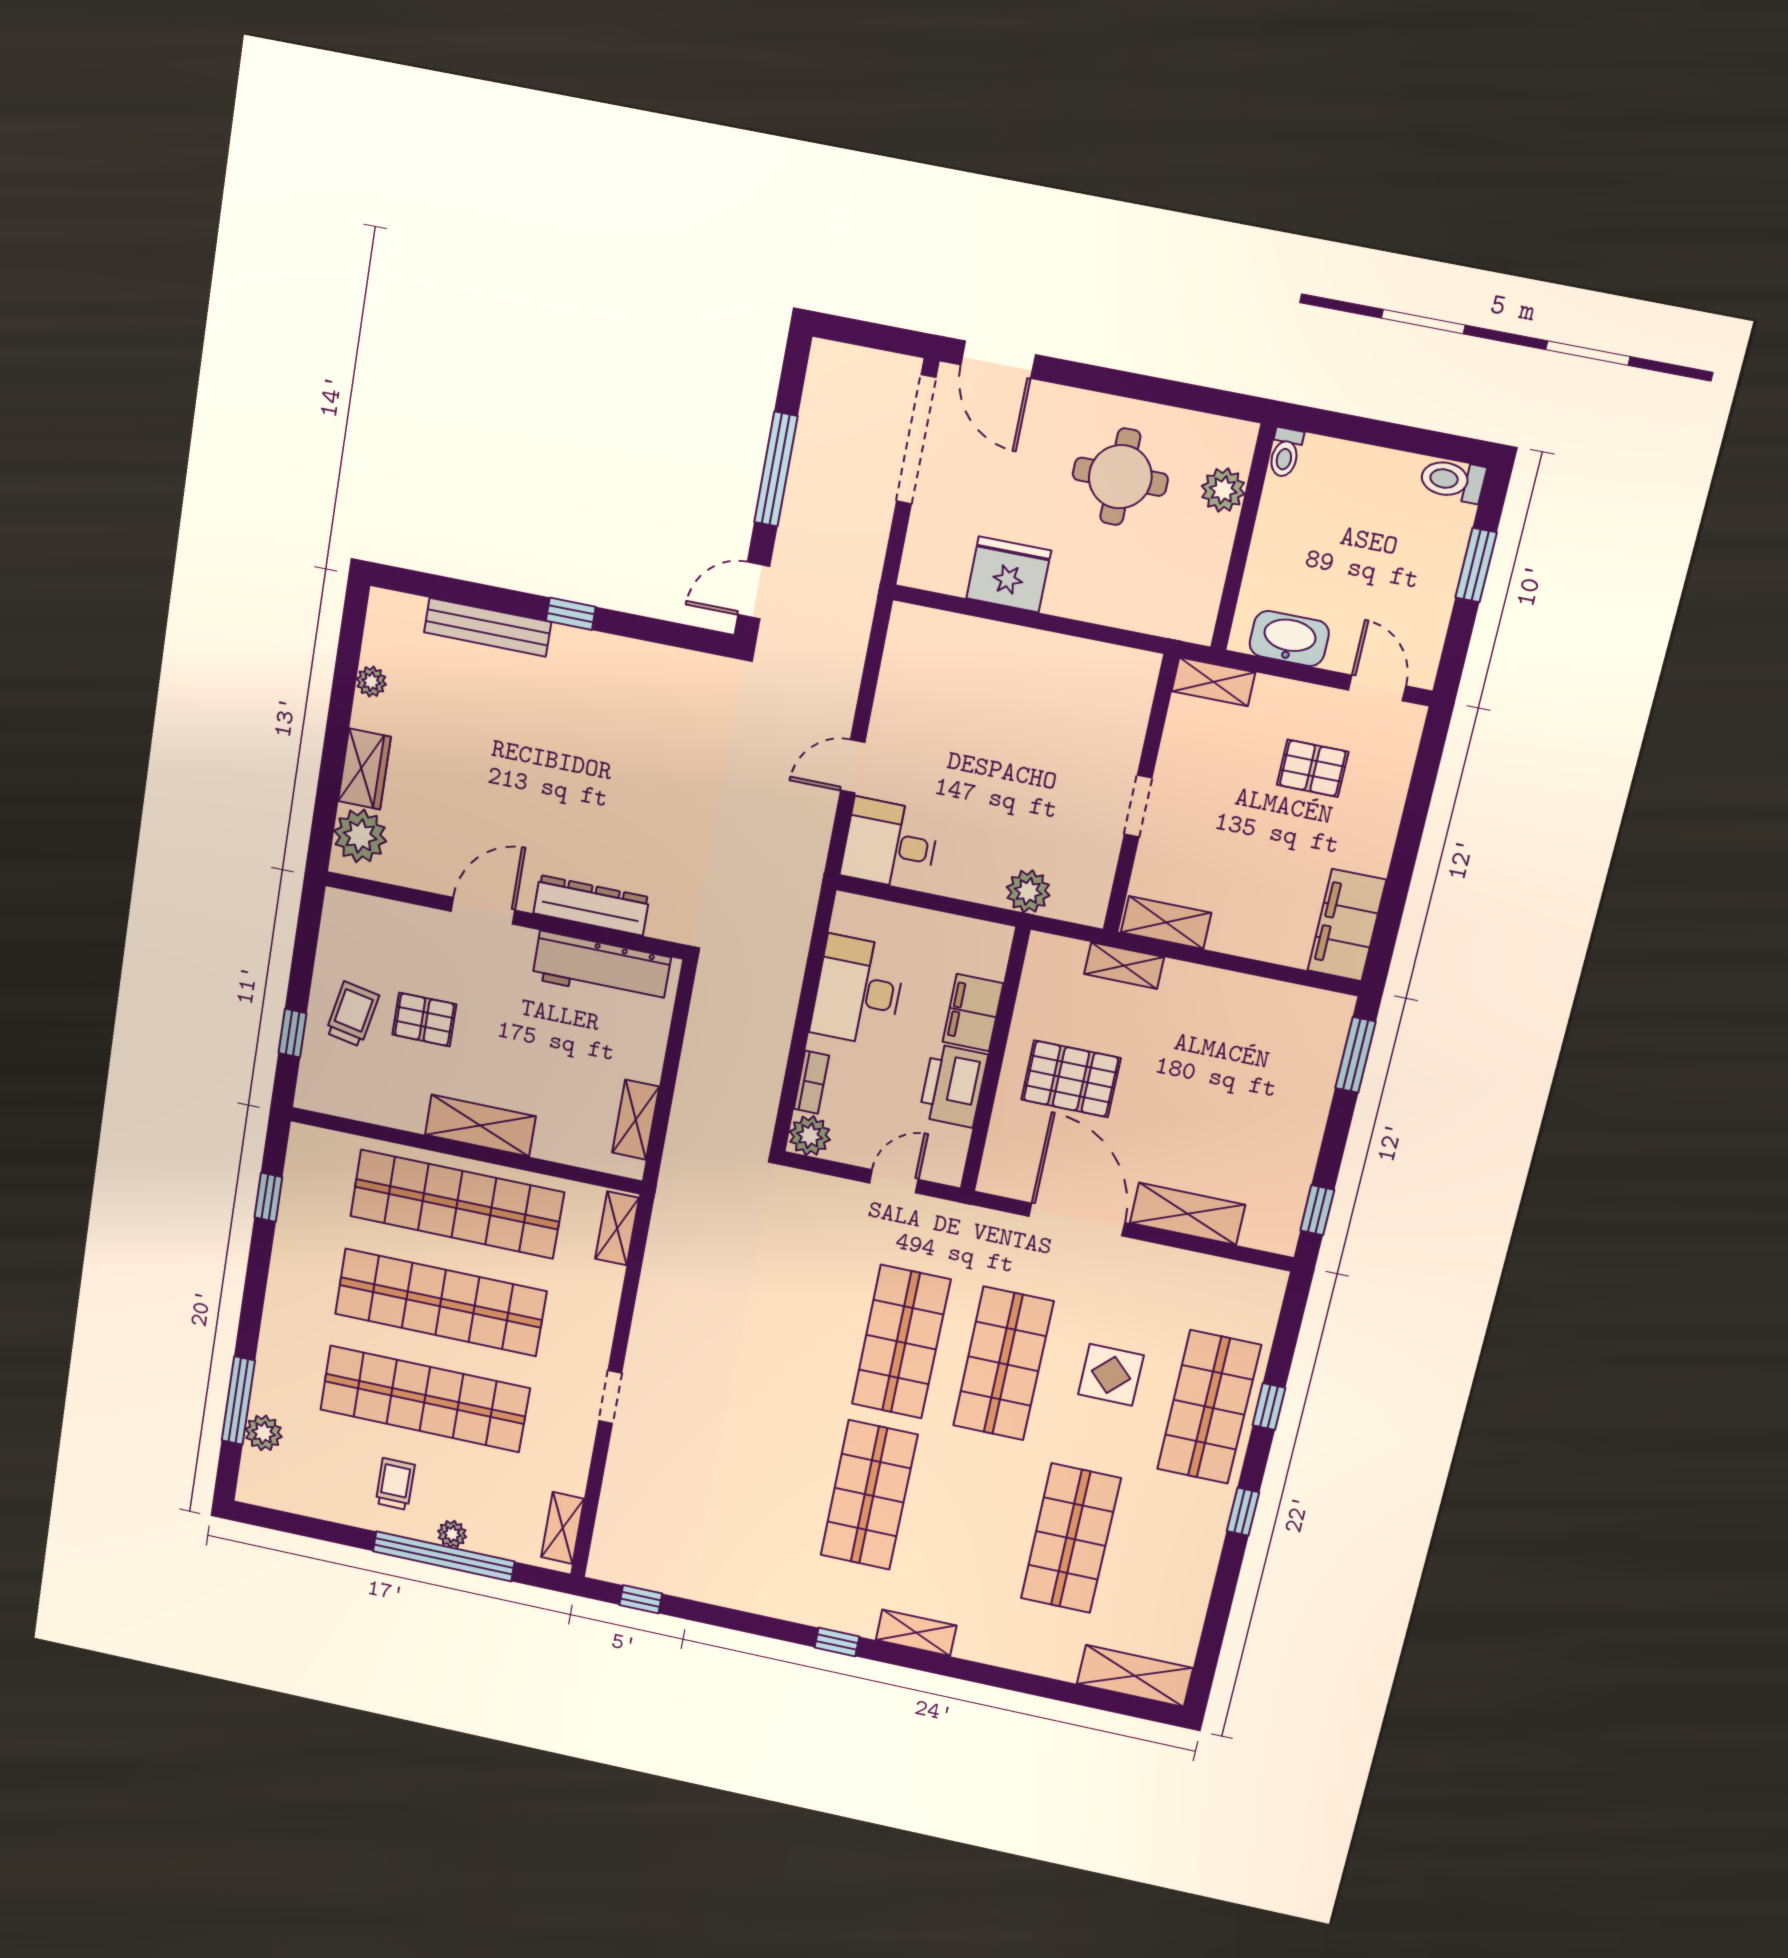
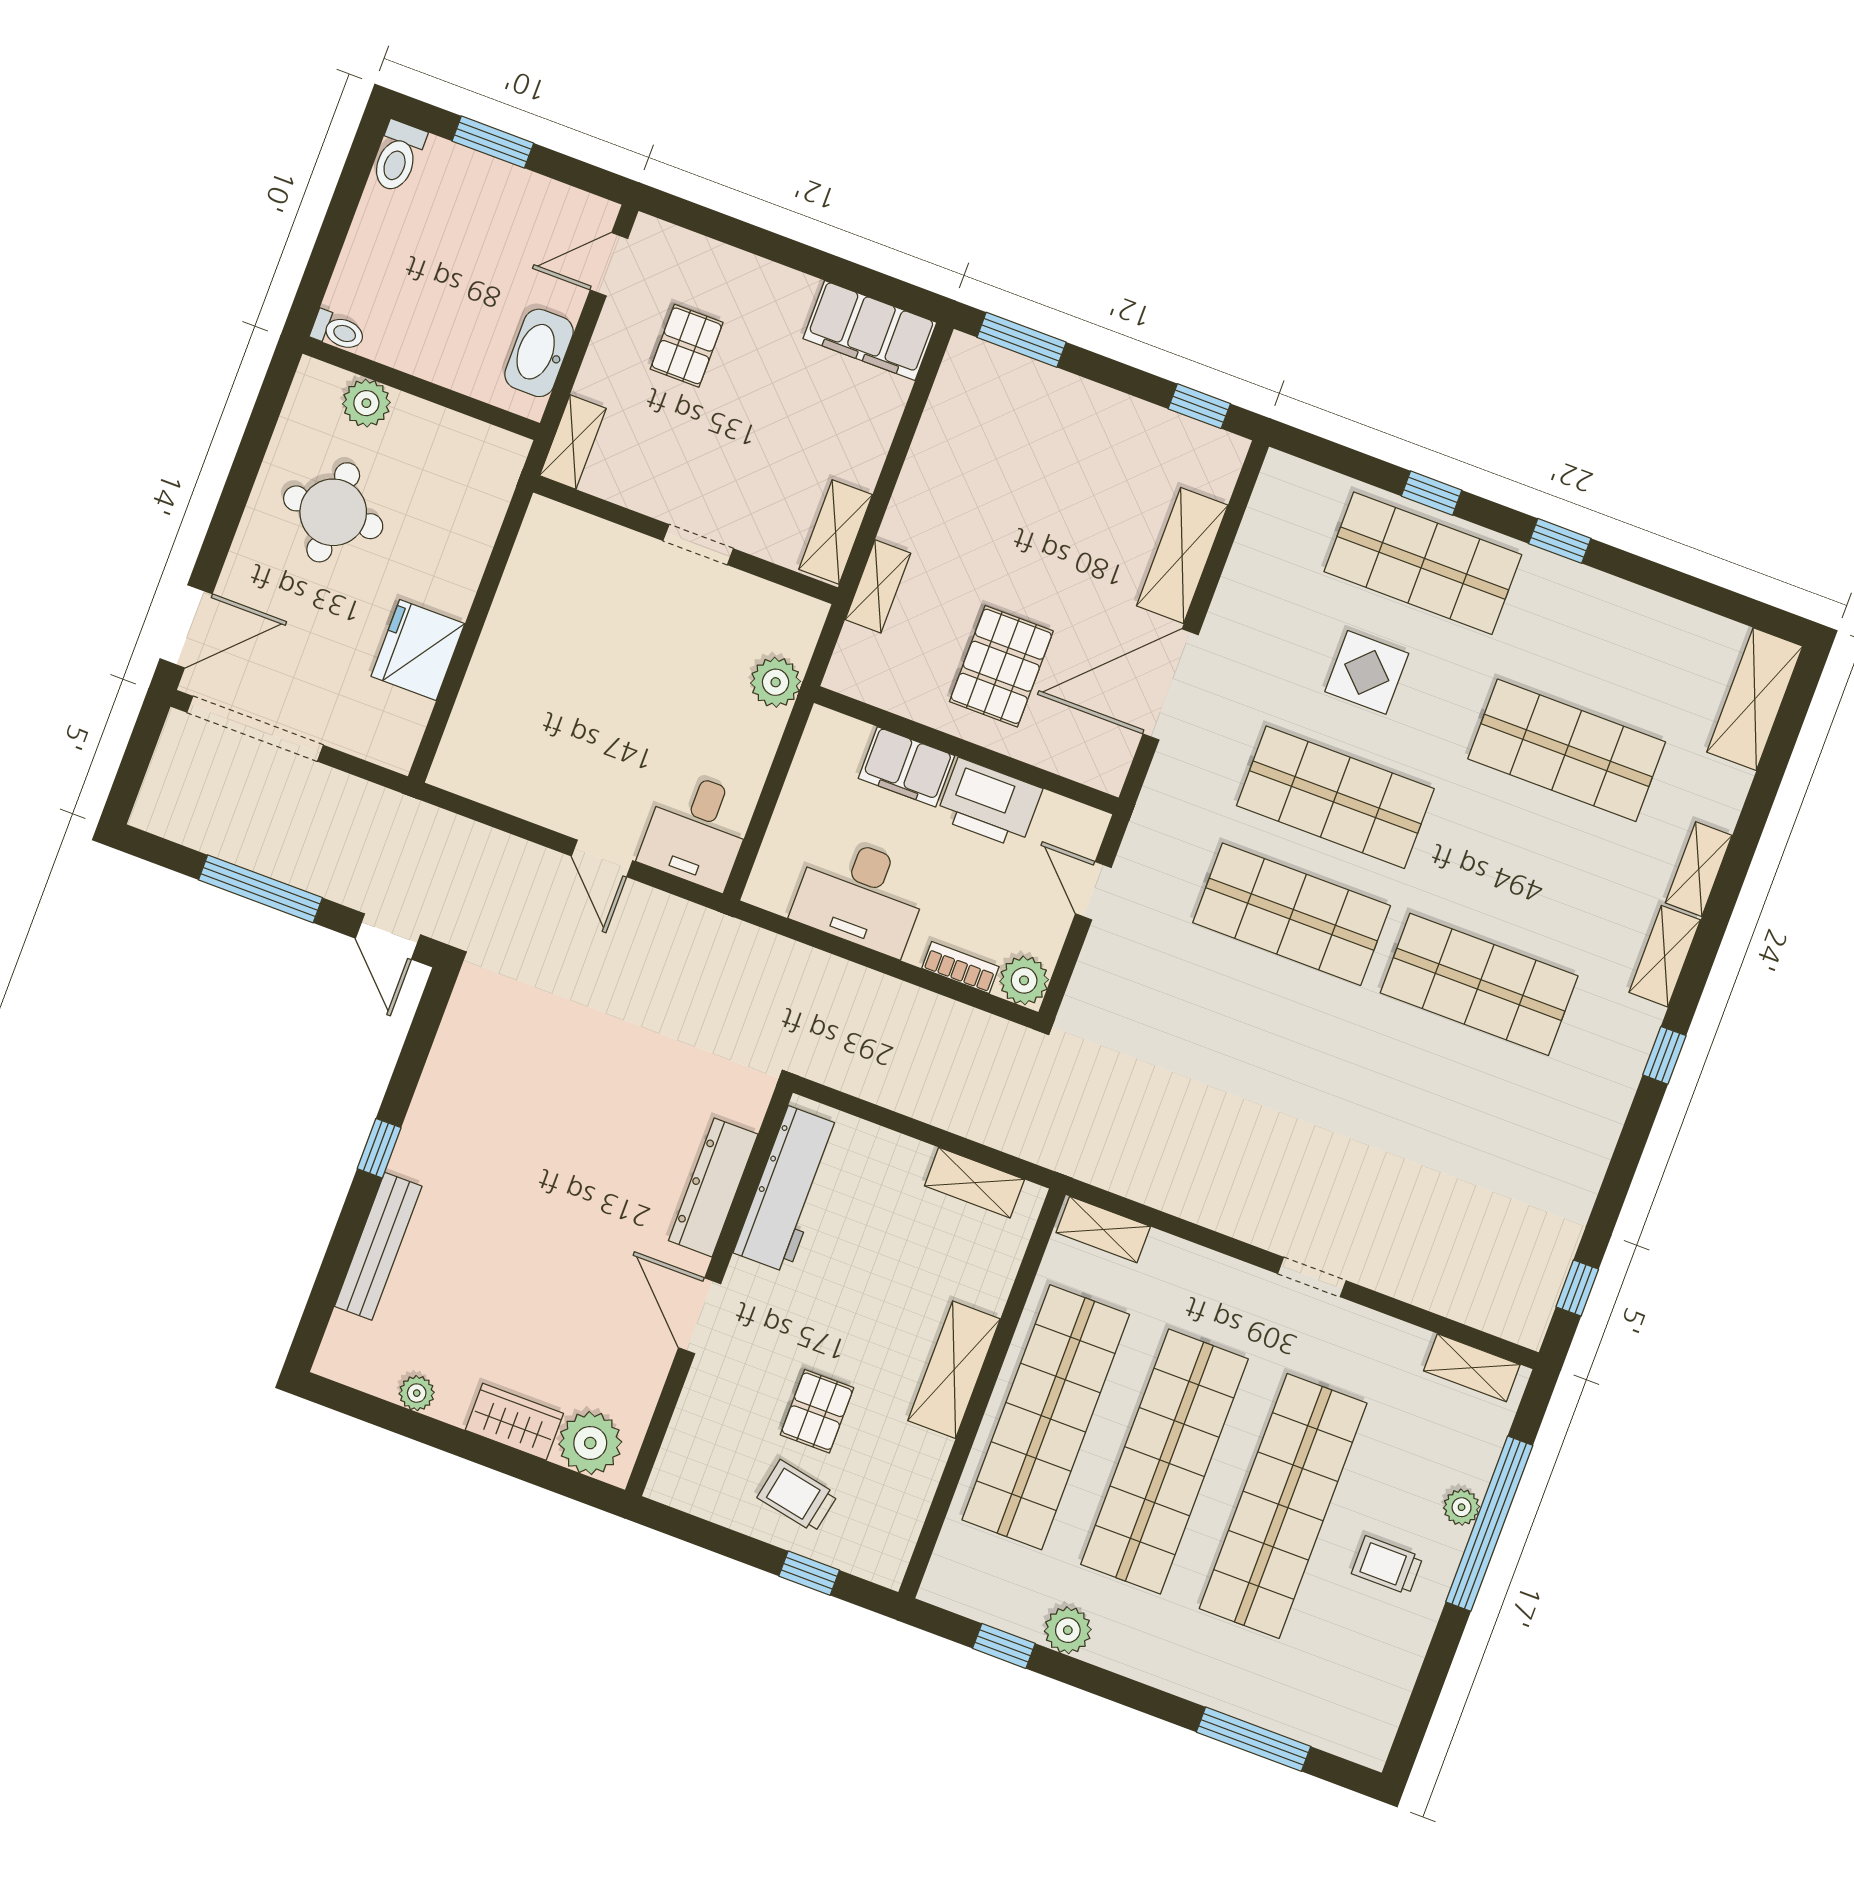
plant: (264, 1433) -> (1068, 1630), moved
shelving: (990, 1650) -> (1699, 869), added

